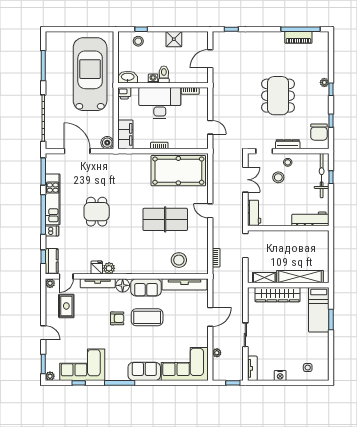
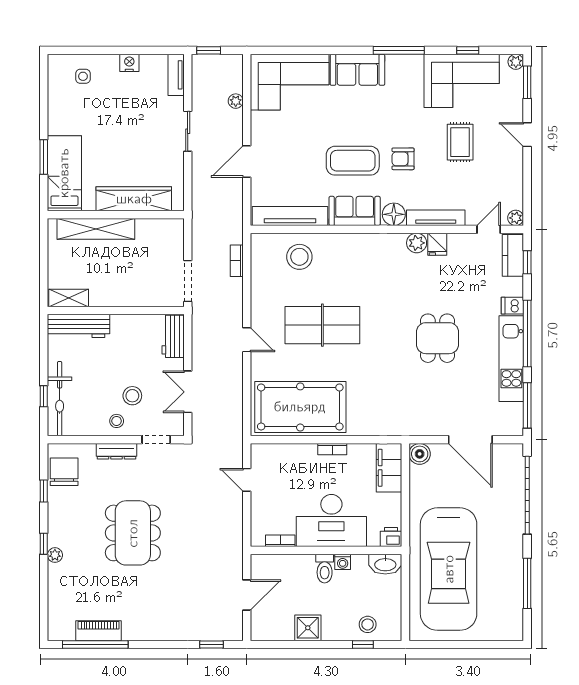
shelving: (264, 278) -> (69, 298), moved
rug: (66, 306) -> (460, 142), moved

